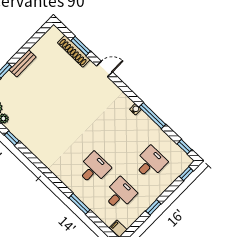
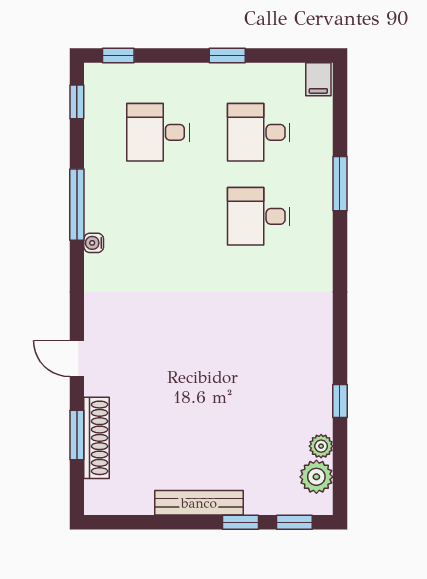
bench: (23, 63) -> (199, 503), width x1.36

